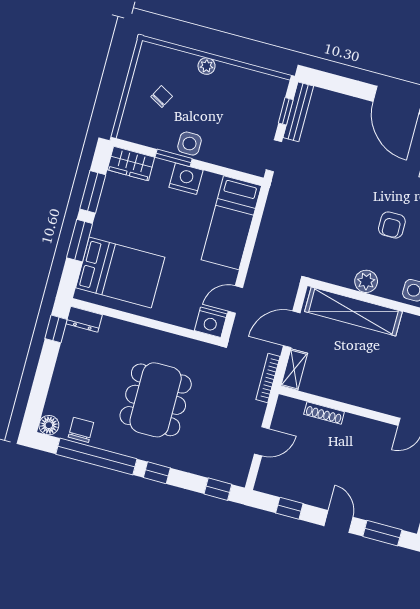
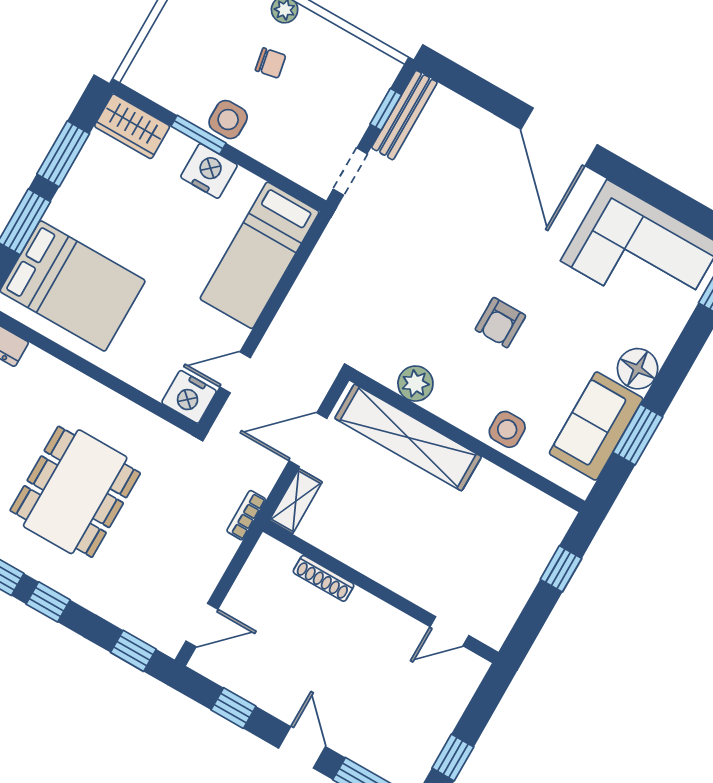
chair: (162, 97) -> (271, 63), moved, turned 50
plant: (366, 281) -> (415, 384), moved
bookcase: (268, 378) -> (246, 515), width x0.64
door: (262, 441) -> (202, 625), moved

